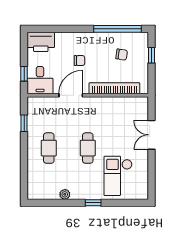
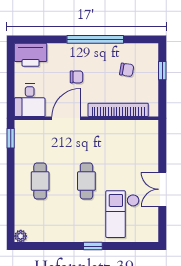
window: (118, 29) -> (95, 39), moved
window: (24, 74) -> (11, 93), removed
window: (24, 123) -> (11, 138), moved
double door: (151, 135) -> (162, 189), moved
plant: (65, 194) -> (21, 236), moved

